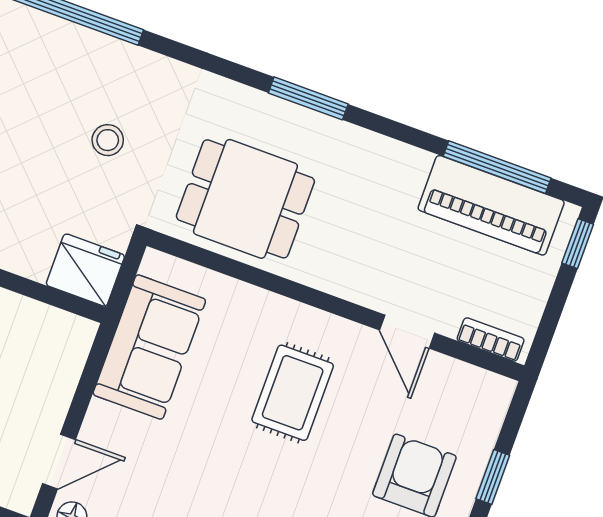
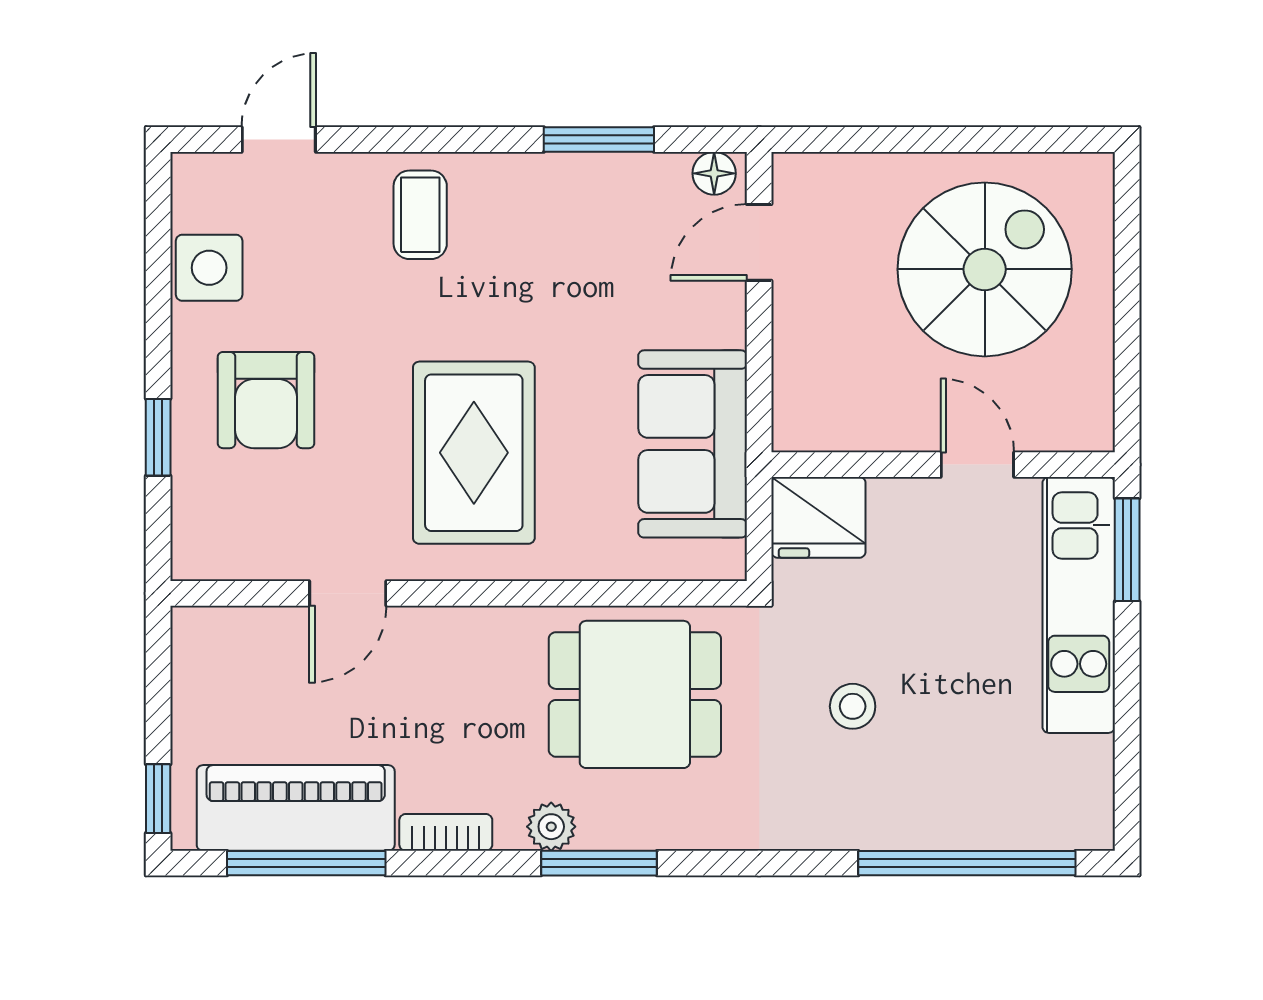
plant: (331, 133) -> (551, 827), added
door: (407, 332) -> (348, 593), swing flipped
bookcase: (491, 340) -> (446, 832), moved, turned 180
rug: (293, 393) -> (474, 453), width x1.36, depth x1.43

